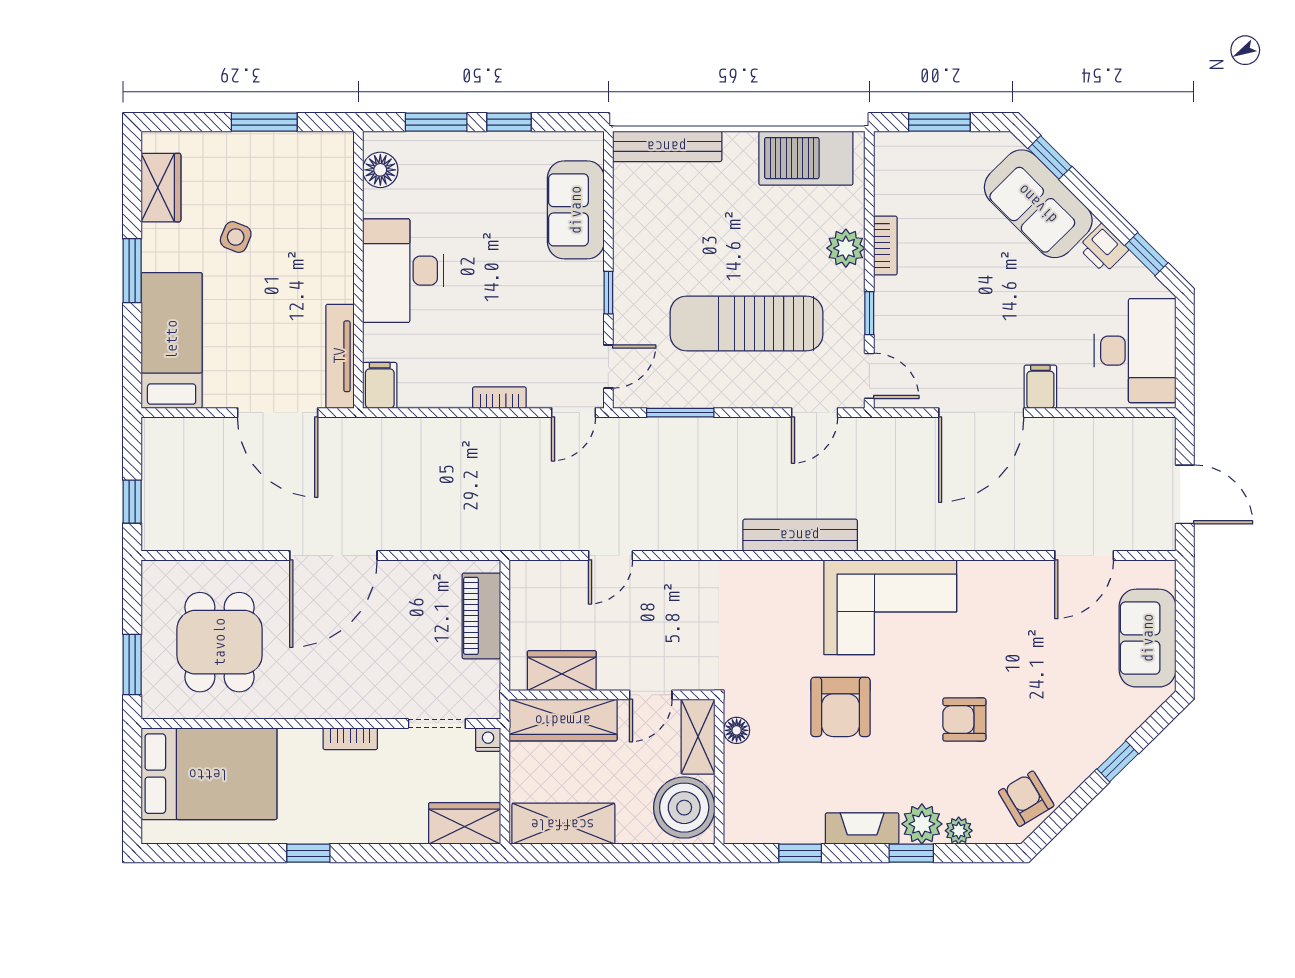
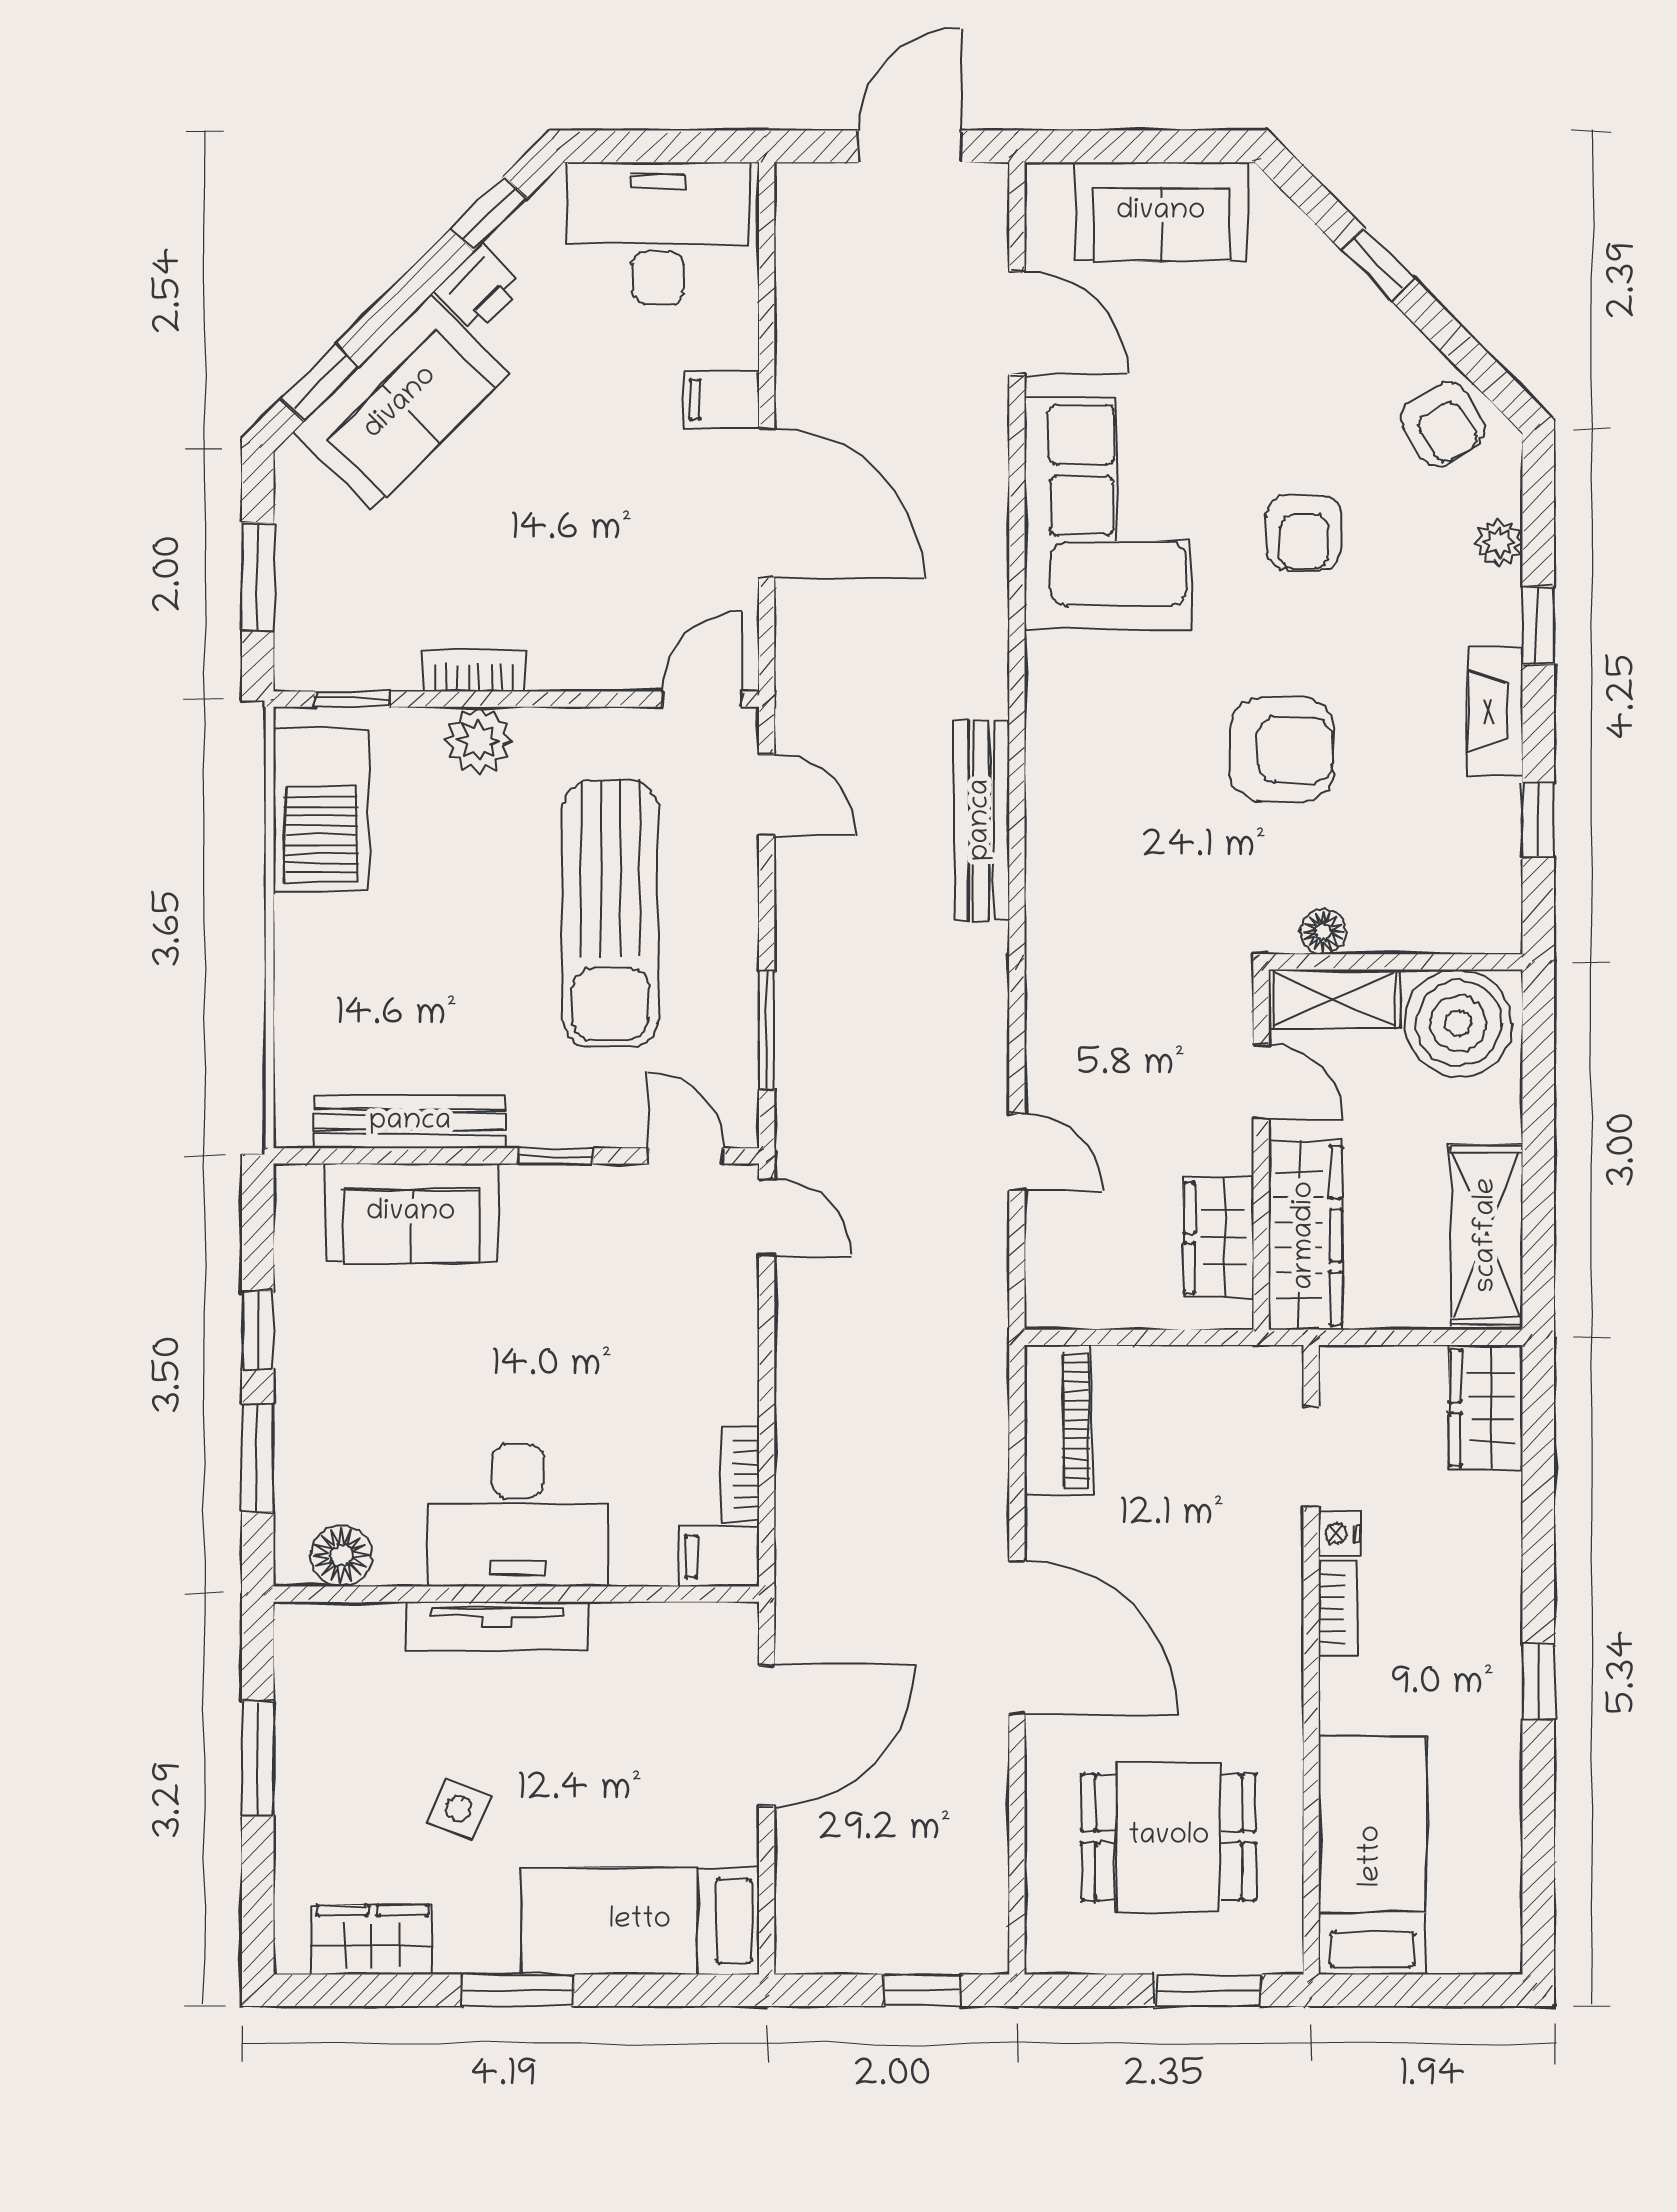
bench: (667, 146) -> (410, 1122), moved, turned 90
window: (869, 313) -> (352, 699), moved
tv unit: (340, 356) -> (497, 1626), moved
bookcase: (499, 398) -> (740, 1474), moved
corner sofa: (890, 607) -> (1107, 513), moved
piano: (481, 616) -> (1058, 1420), moved, turned -90
nightstand: (488, 740) -> (1339, 1534), moved
bed: (209, 774) -> (1372, 1856), width x0.67
armchair: (1026, 799) -> (1443, 424), turned -90
plant: (922, 824) -> (1487, 607), removed

